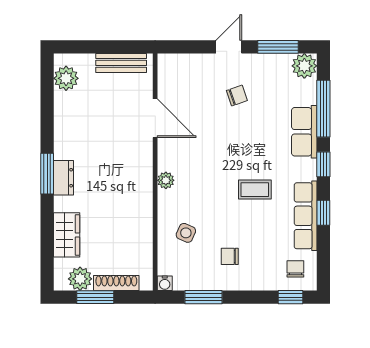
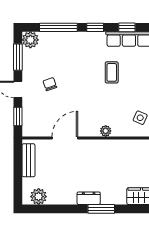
window: (188, 47) -> (18, 117), added
row of seats: (304, 132) -> (74, 40), removed
dresser: (63, 178) -> (89, 198), moved

